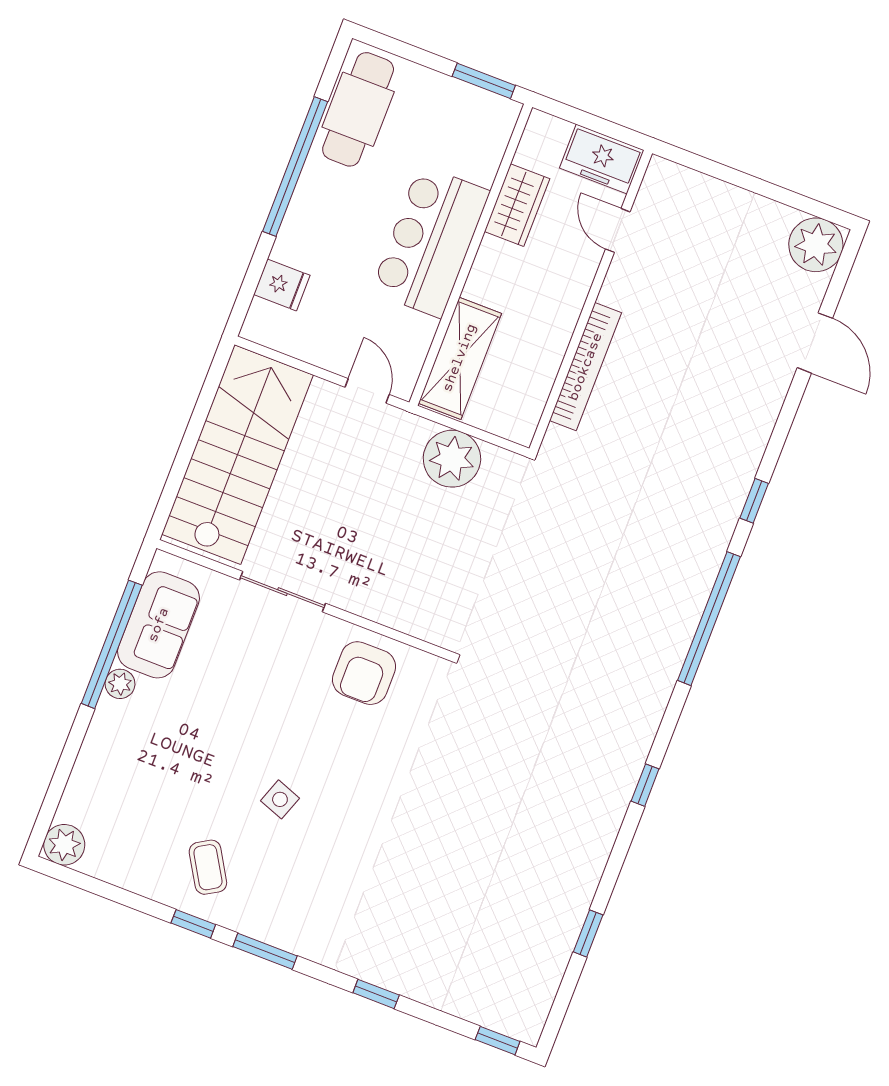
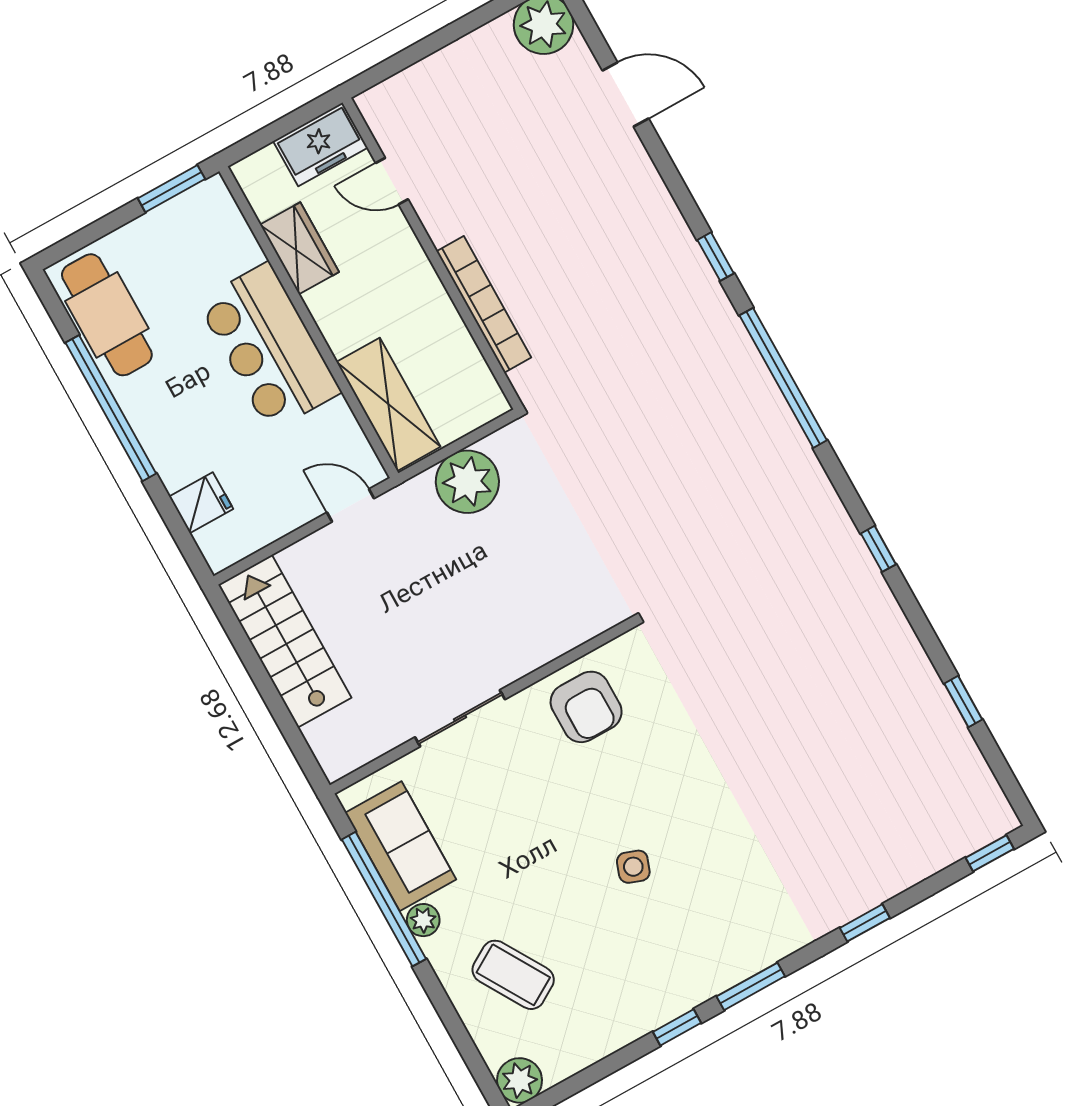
stairs: (238, 455) -> (285, 641), width x0.73, depth x0.66
coffee table: (208, 867) -> (513, 975), moved, width x1.36, depth x1.30

